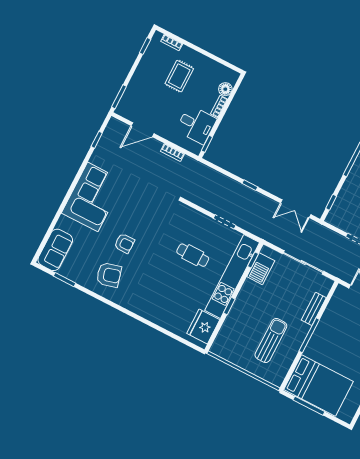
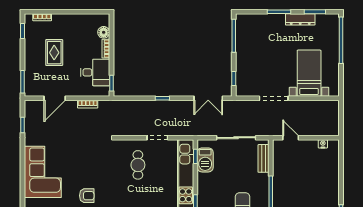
rug: (179, 76) -> (54, 53), moved
cafe table: (193, 255) -> (138, 165), moved, turned 90
bench: (314, 309) -> (264, 158), moved

